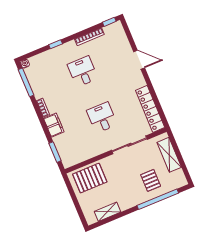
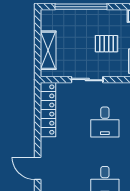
sliding door: (129, 145) -> (87, 80), width x0.73
pallet: (151, 180) -> (106, 44), moved, turned 90

